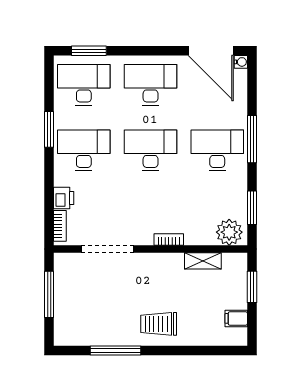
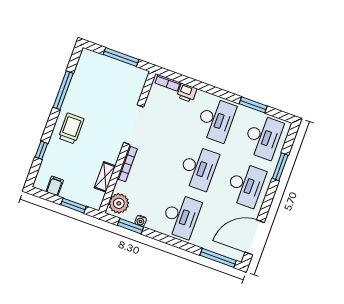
window: (89, 51) -> (280, 167), moved
water cooler: (241, 62) -> (141, 221), moved
window: (49, 129) -> (253, 105), moved
window: (252, 139) -> (218, 258), moved
bookcase: (169, 239) -> (127, 164), width x1.56
doorway: (108, 249) -> (134, 125), moved
window: (199, 350) -> (41, 150), added

